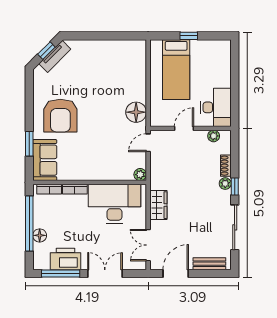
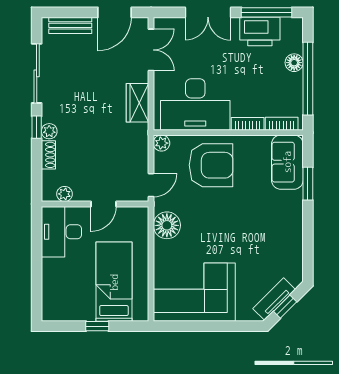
corner sofa: (115, 62) -> (194, 292), added
armchair: (60, 116) -> (211, 165), moved, turned 90

